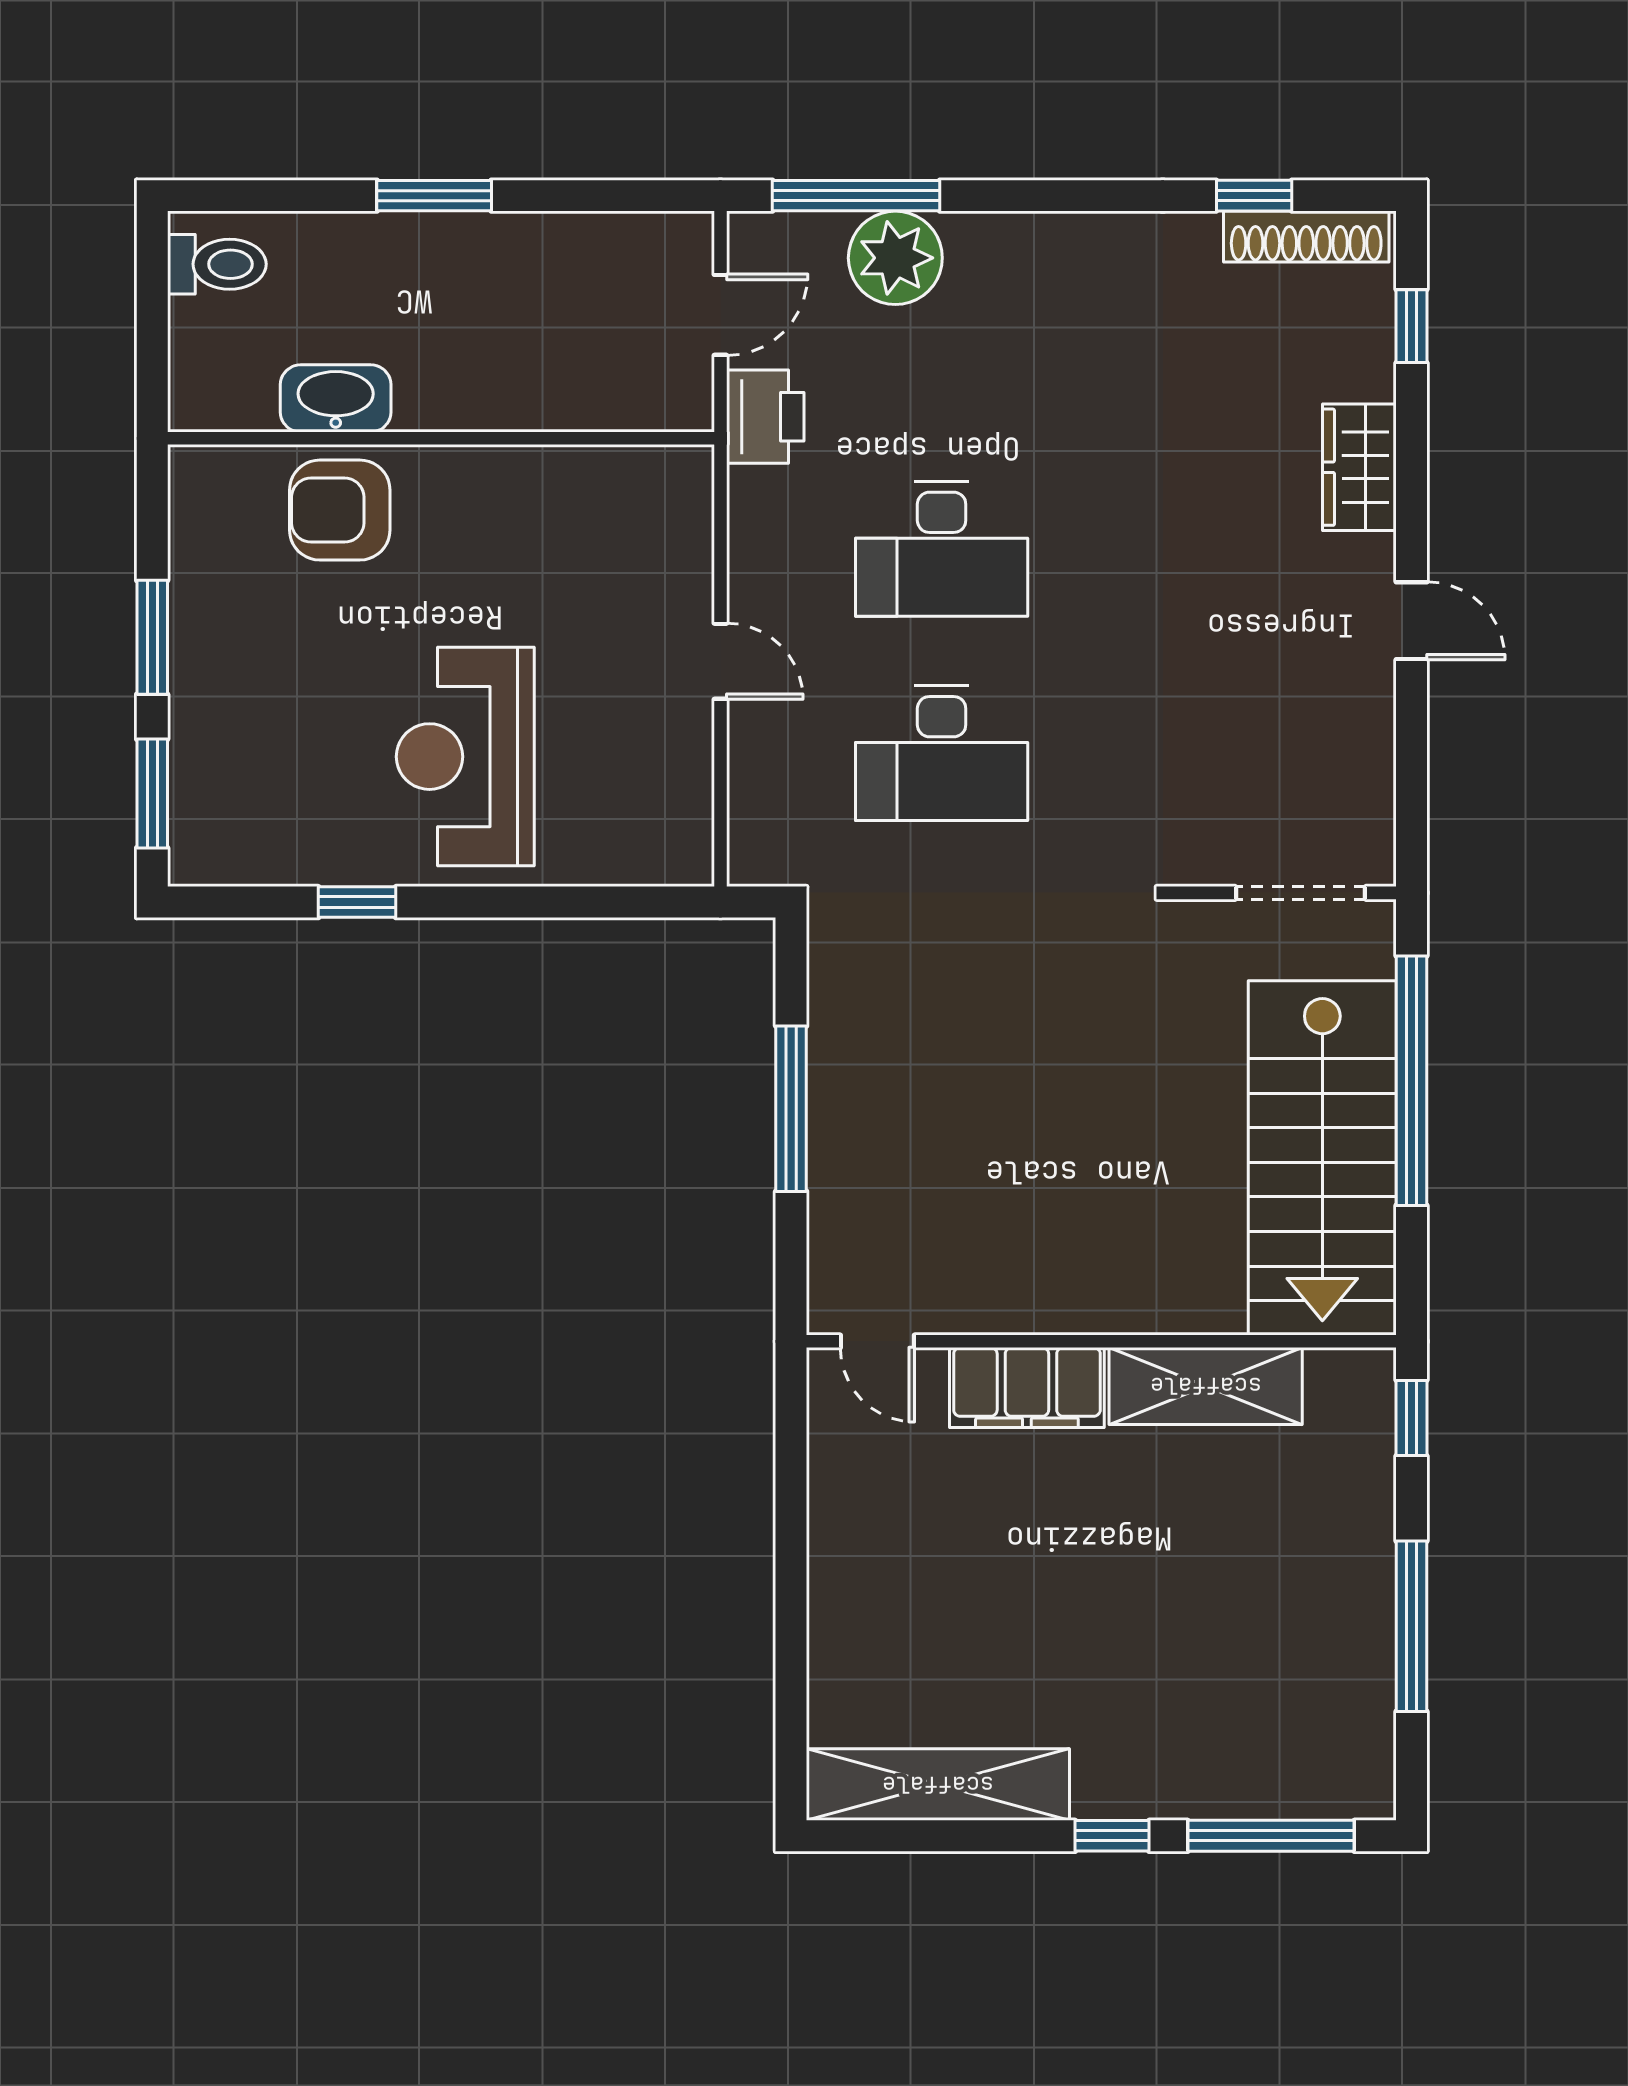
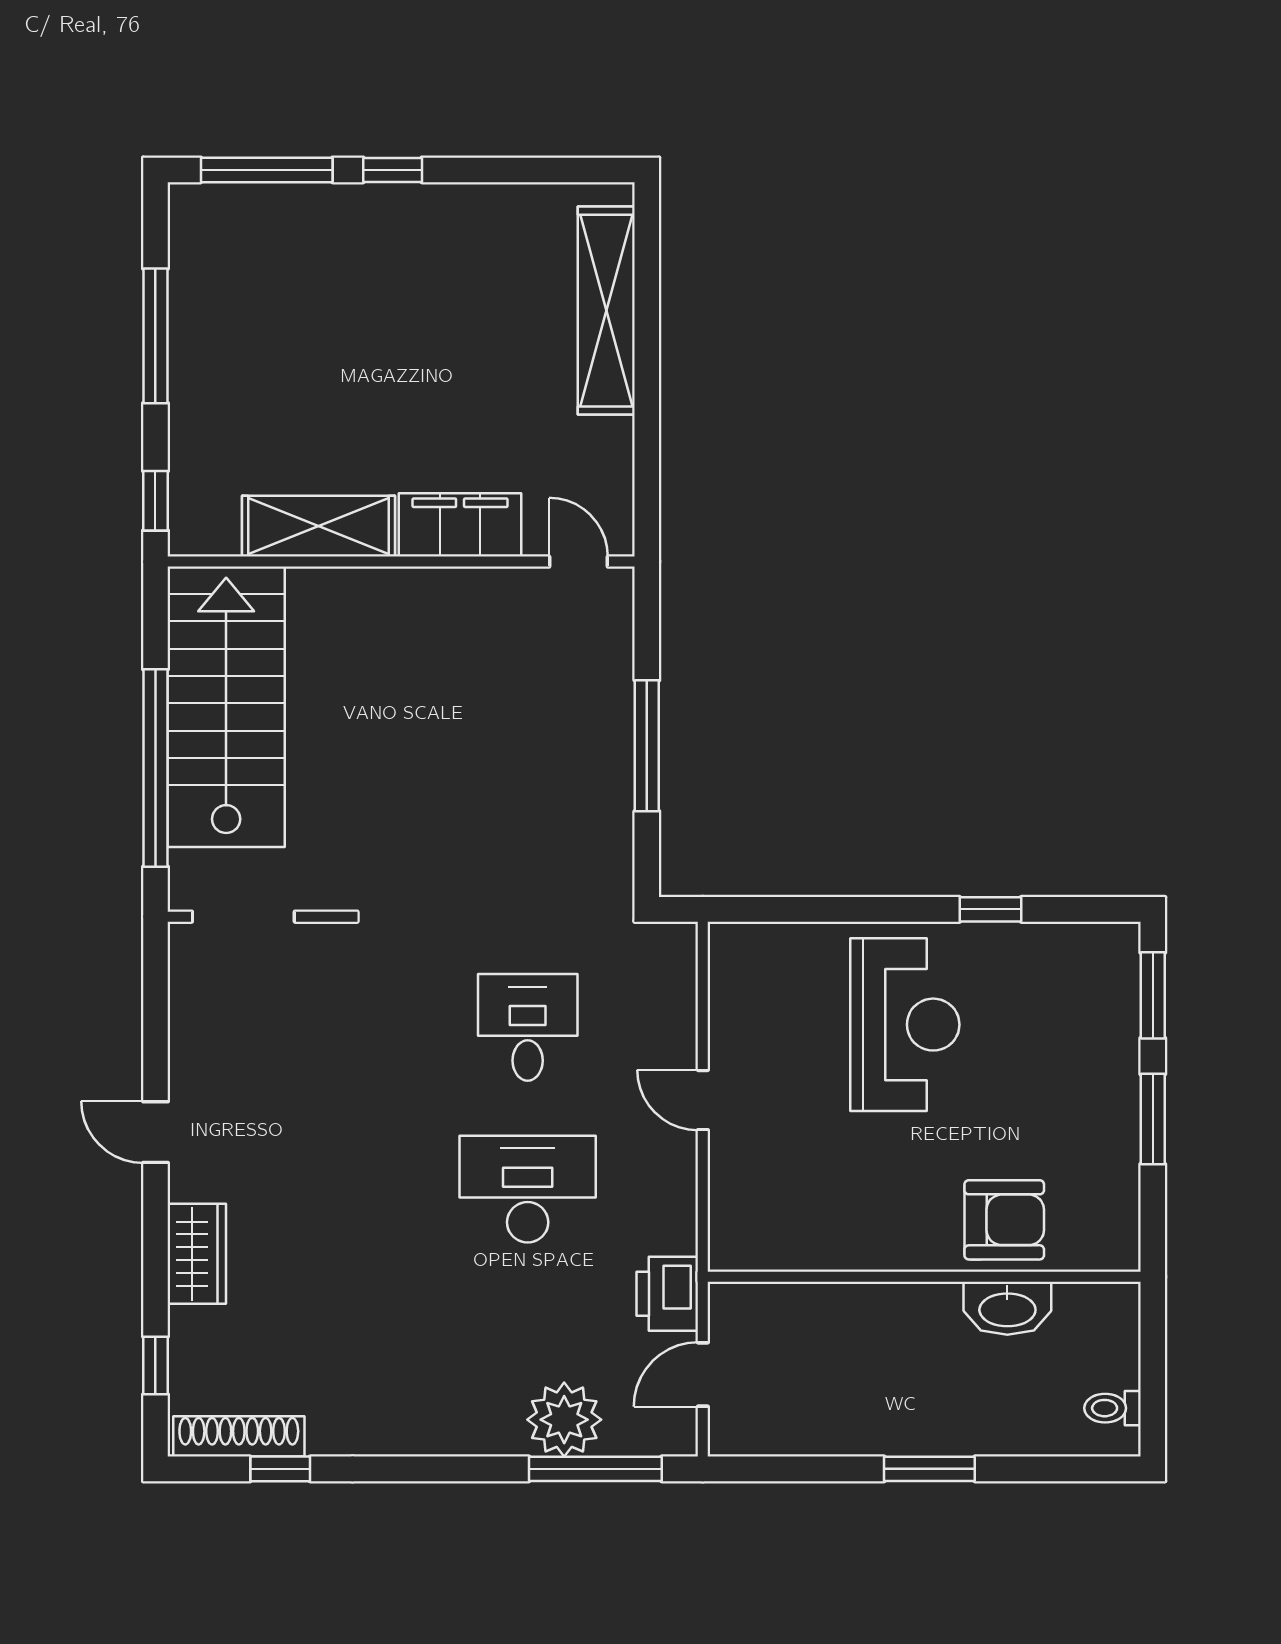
toilet: (217, 264) -> (1112, 1408), width x0.73, depth x0.72
desk: (942, 753) -> (528, 1027), width x0.73
shelving: (938, 1785) -> (606, 311), moved, turned 90

